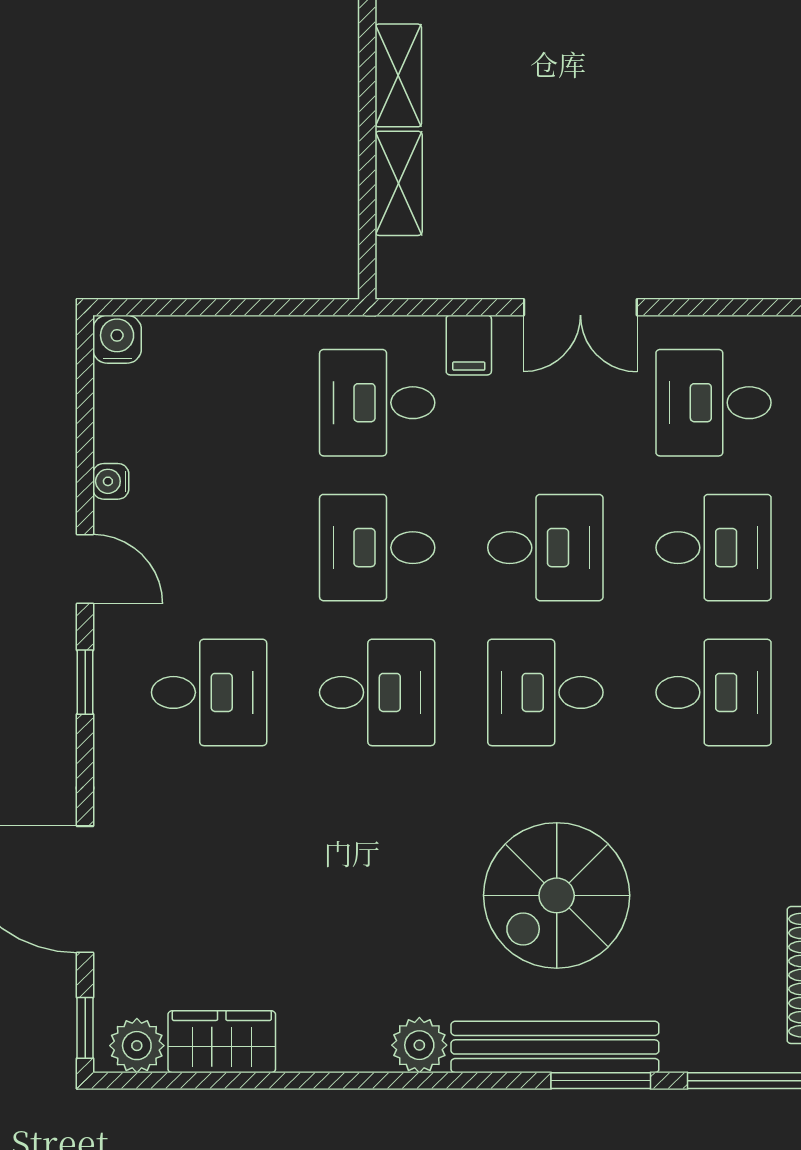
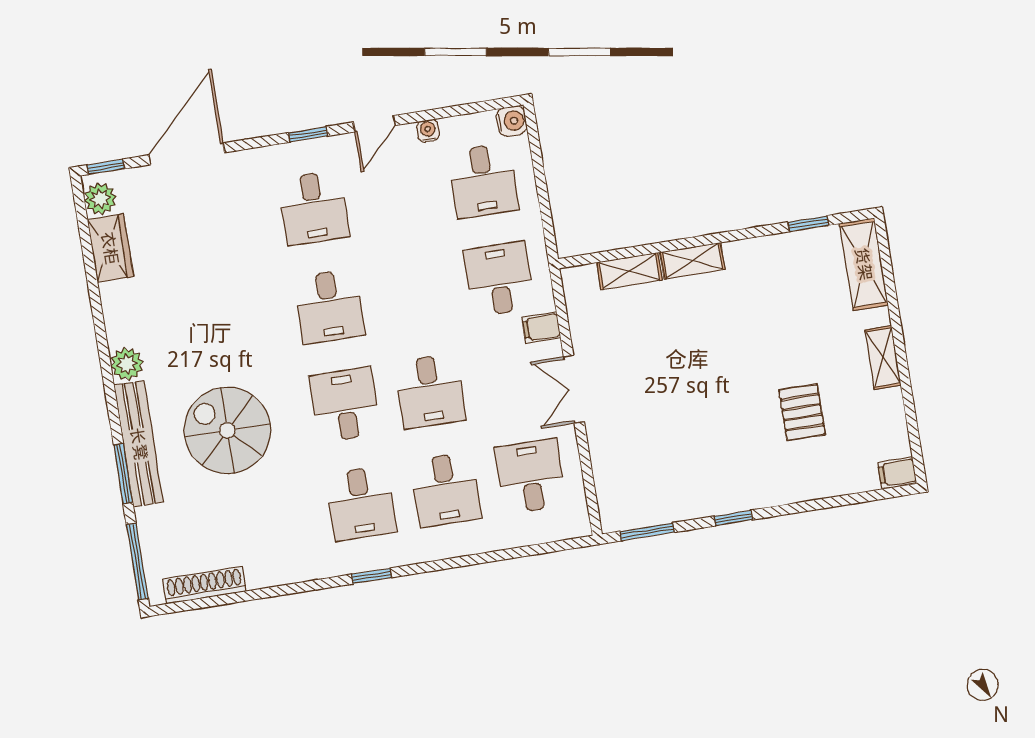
desk: (377, 548) -> (483, 181), moved, turned 180

